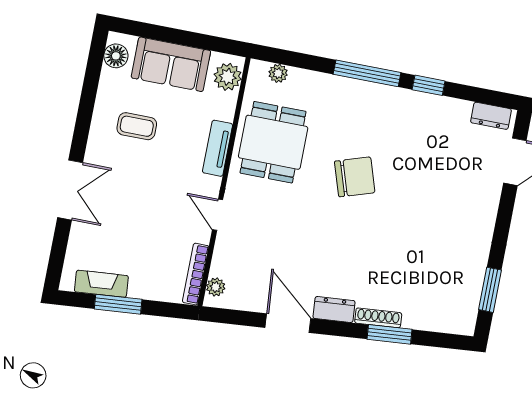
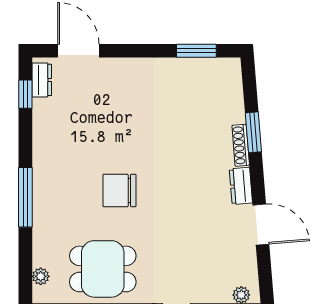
window: (429, 85) -> (25, 94), moved
chair: (355, 177) -> (119, 190), turned -72
door: (288, 323) -> (261, 225), swing flipped

